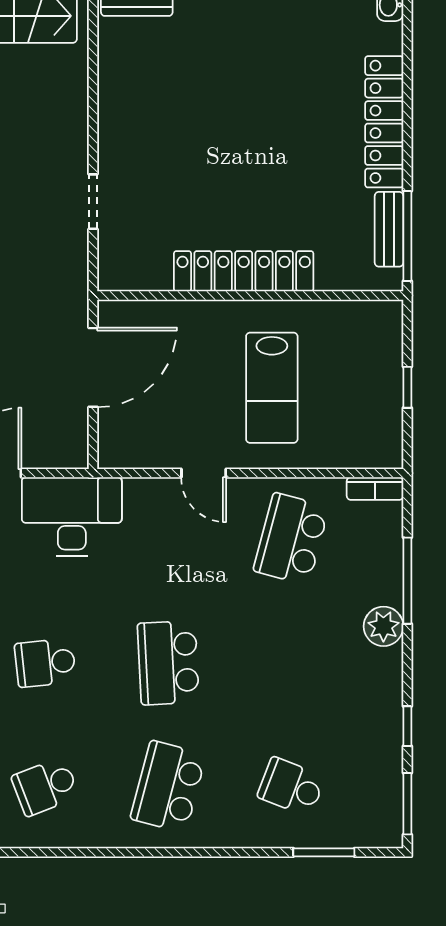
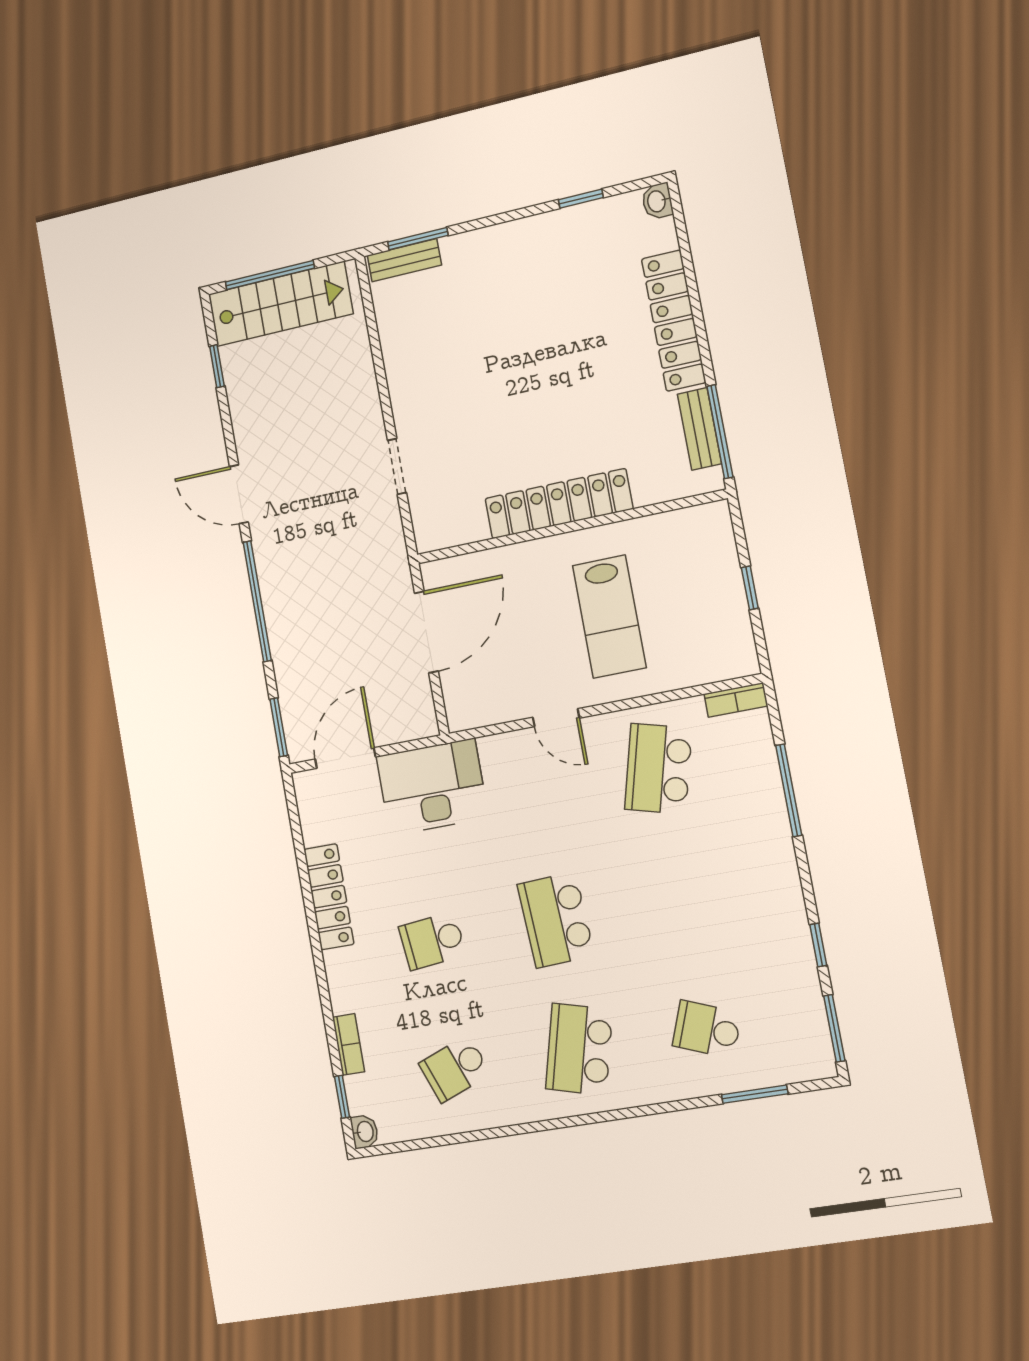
plant: (383, 626) -> (772, 843), removed

